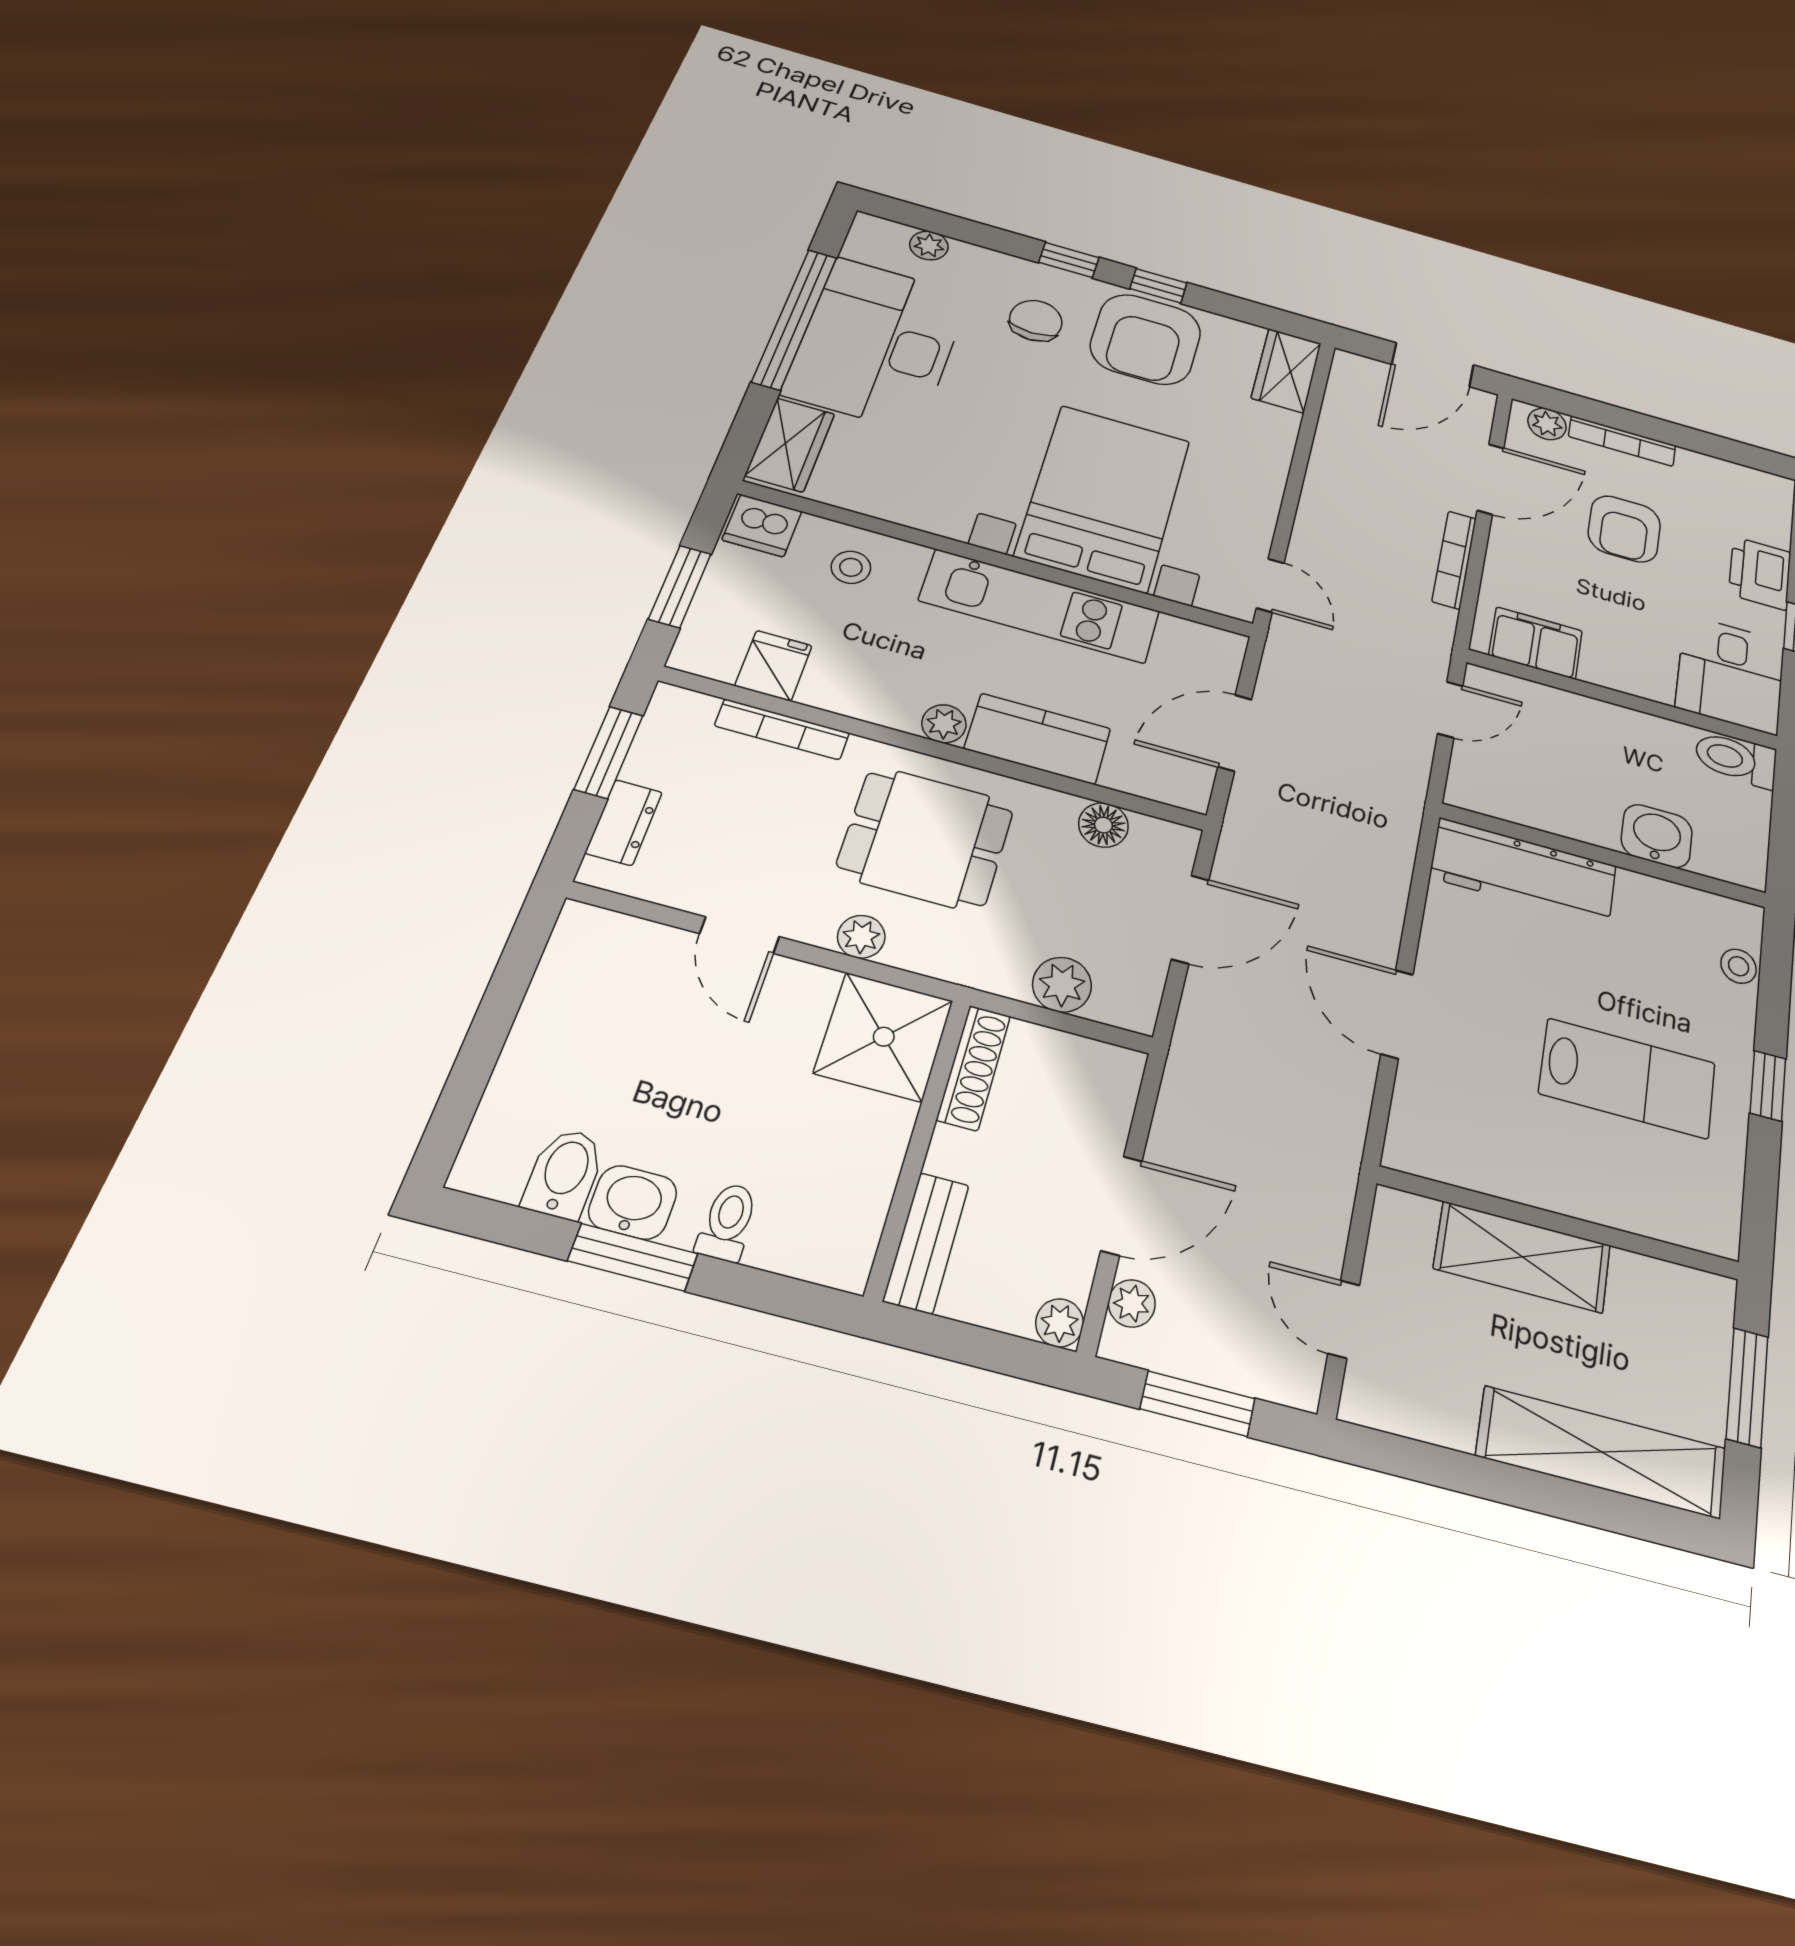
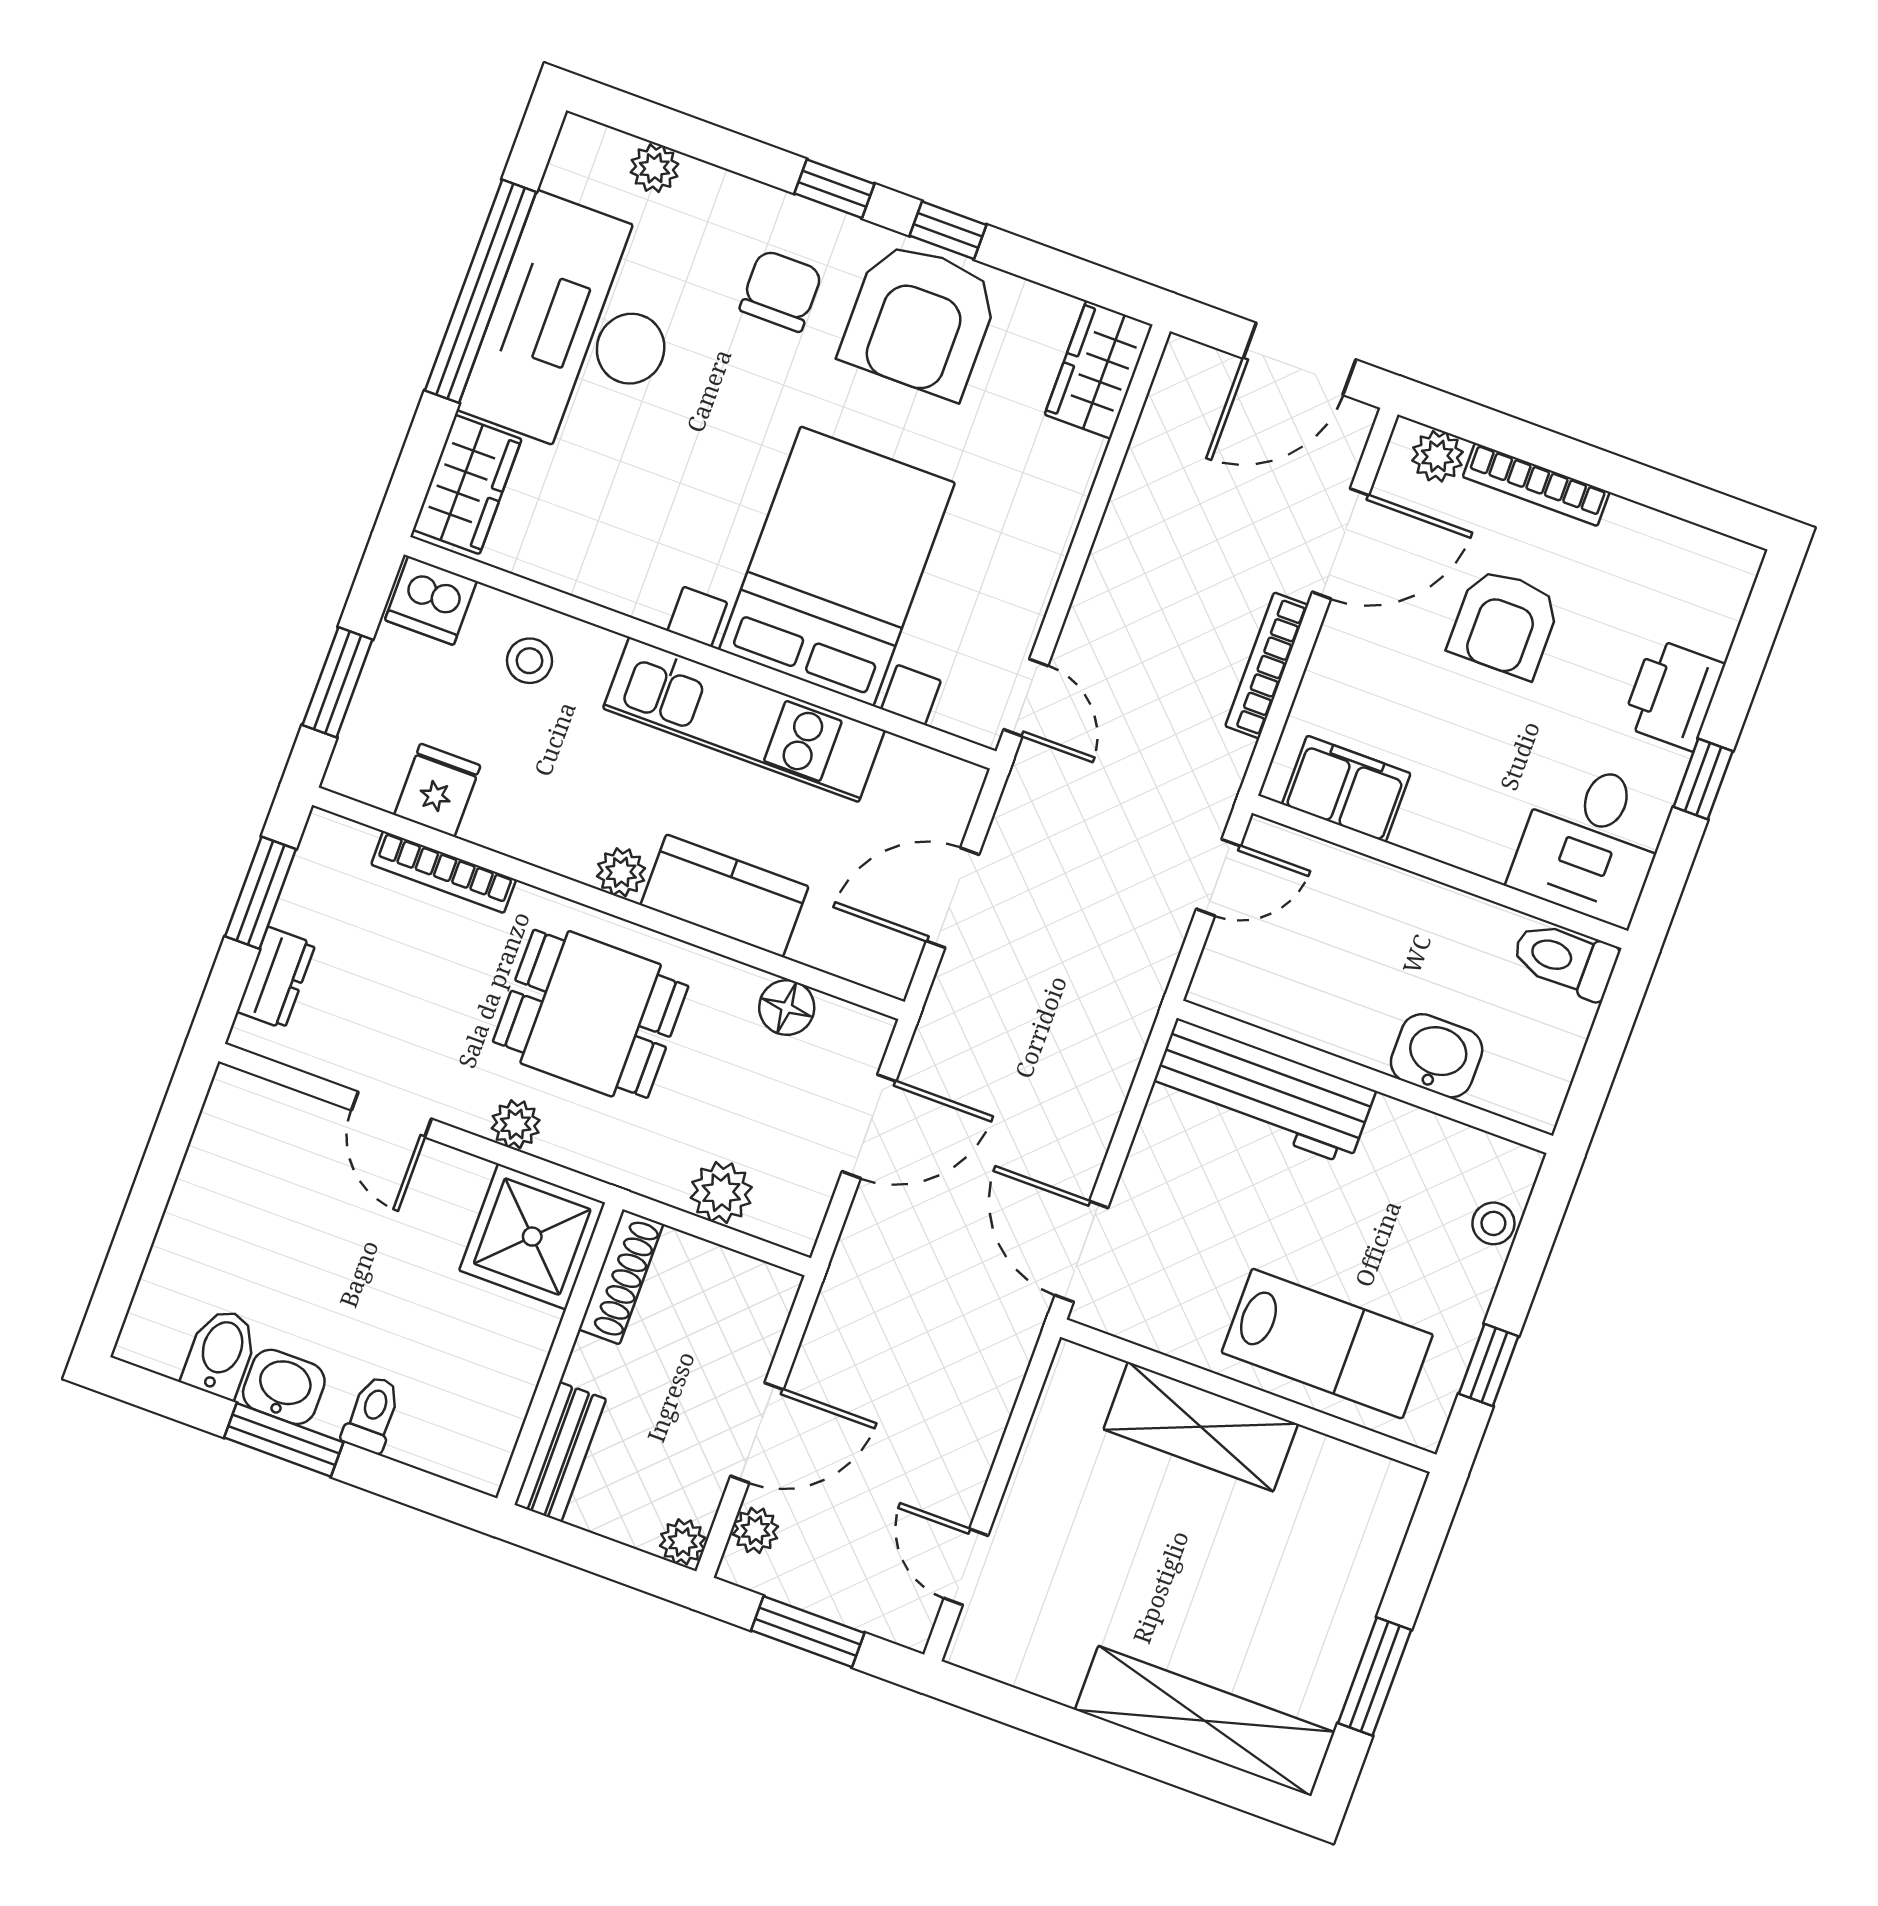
wall: (1559, 1223) -> (1248, 1396), moved
shelving: (1522, 1257) -> (1201, 1427), moved

